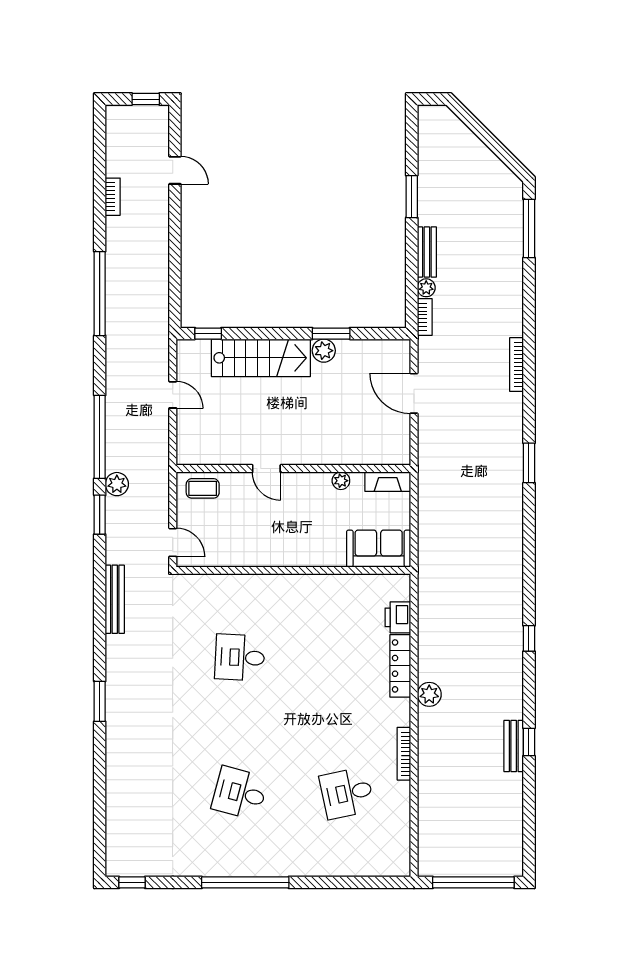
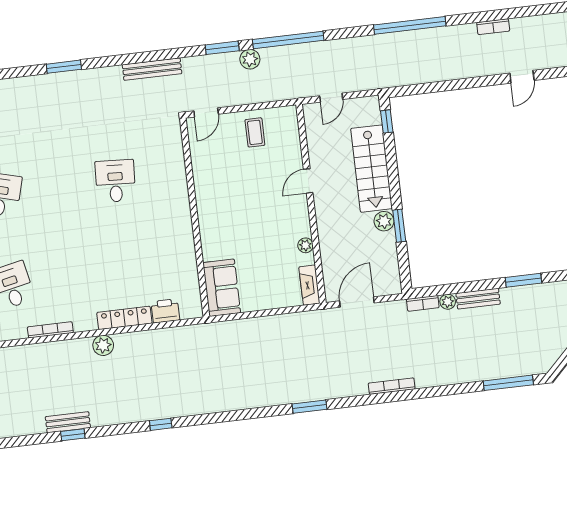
door: (266, 469) -> (308, 181), moved
wall: (293, 469) -> (311, 204), moved
plant: (341, 481) -> (305, 245), moved
fireplace: (388, 482) -> (309, 285), moved

